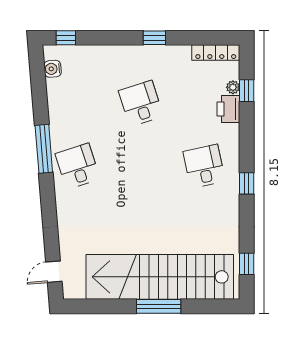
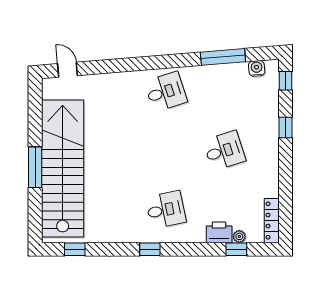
window: (154, 38) -> (286, 128), moved
window: (44, 149) -> (223, 57), moved

